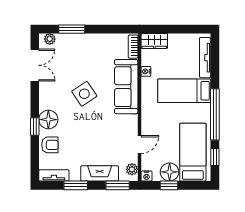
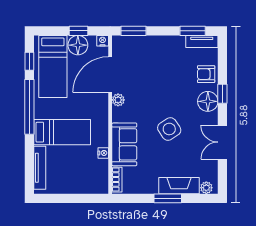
window: (72, 29) -> (168, 198), moved
wardrobe: (154, 41) -> (94, 186), removed
double door: (35, 65) -> (222, 142), moved
sofa: (126, 87) -> (124, 144), width x0.73
door: (139, 144) -> (110, 75), width x1.88
plant: (132, 169) -> (118, 100), moved
fireplace: (100, 173) -> (179, 186), moved, turned 180
window: (76, 185) -> (193, 31), moved

